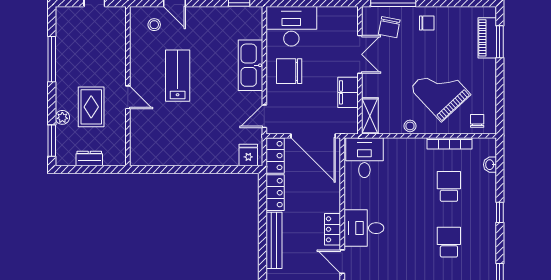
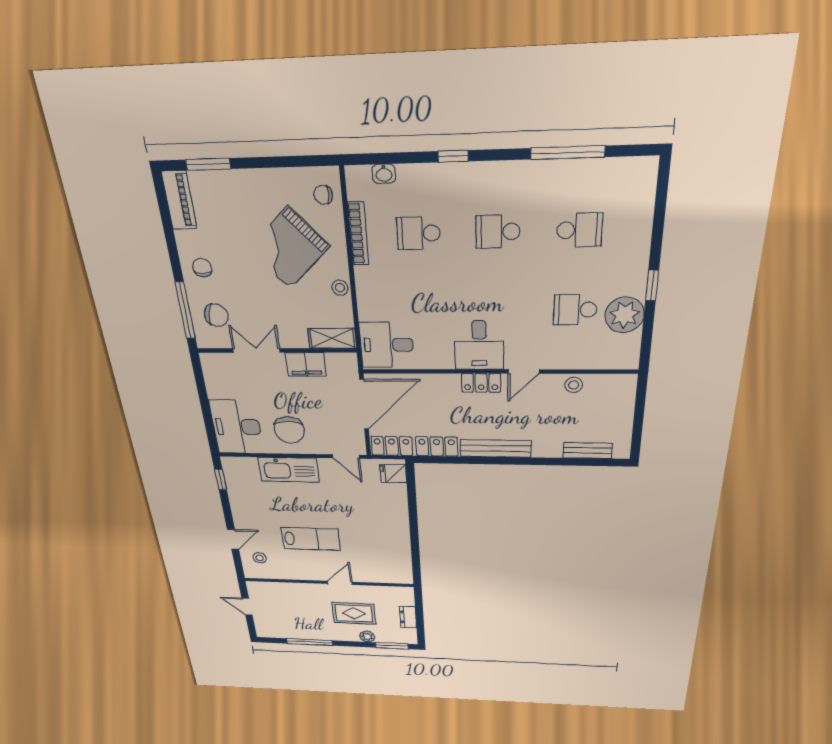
piano: (487, 38) -> (179, 200), moved, turned -90
lab bench: (178, 76) -> (311, 539), turned 180

